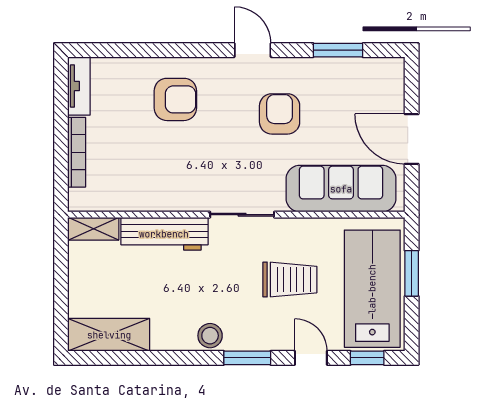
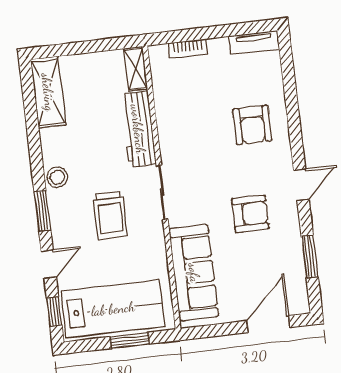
door: (412, 139) -> (268, 324), moved
bookcase: (77, 152) -> (188, 48), width x0.64
trolley: (290, 280) -> (110, 215), moved

